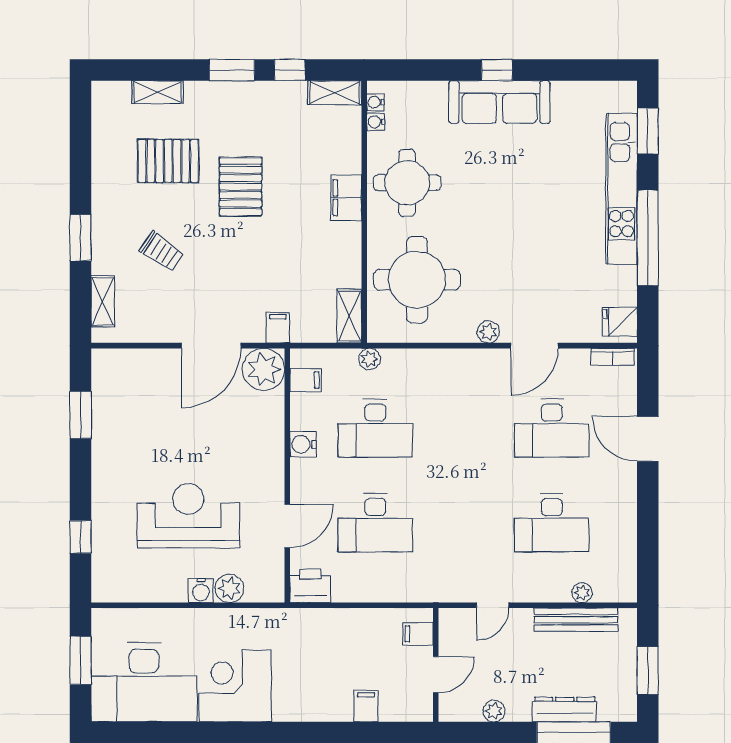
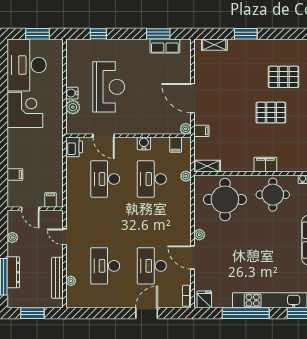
pallet: (168, 161) -> (284, 77), turned 90
trolley: (162, 252) -> (239, 74), removed
plant: (264, 369) -> (186, 129), width x0.53, depth x0.53
row of seats: (105, 402) -> (165, 46), added

